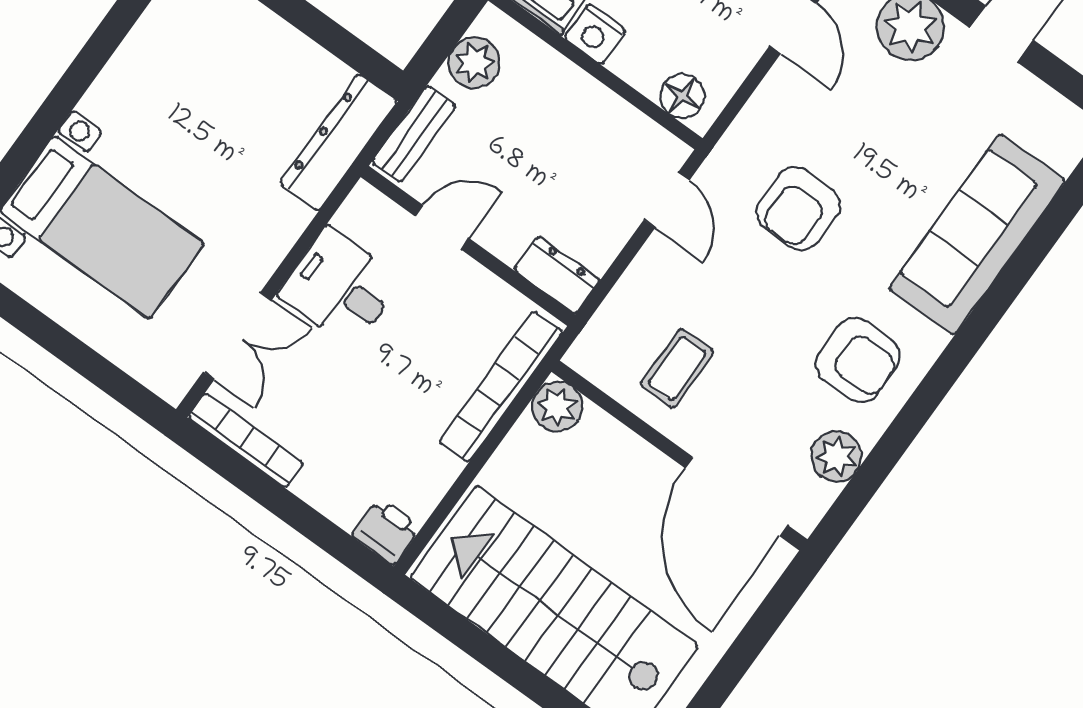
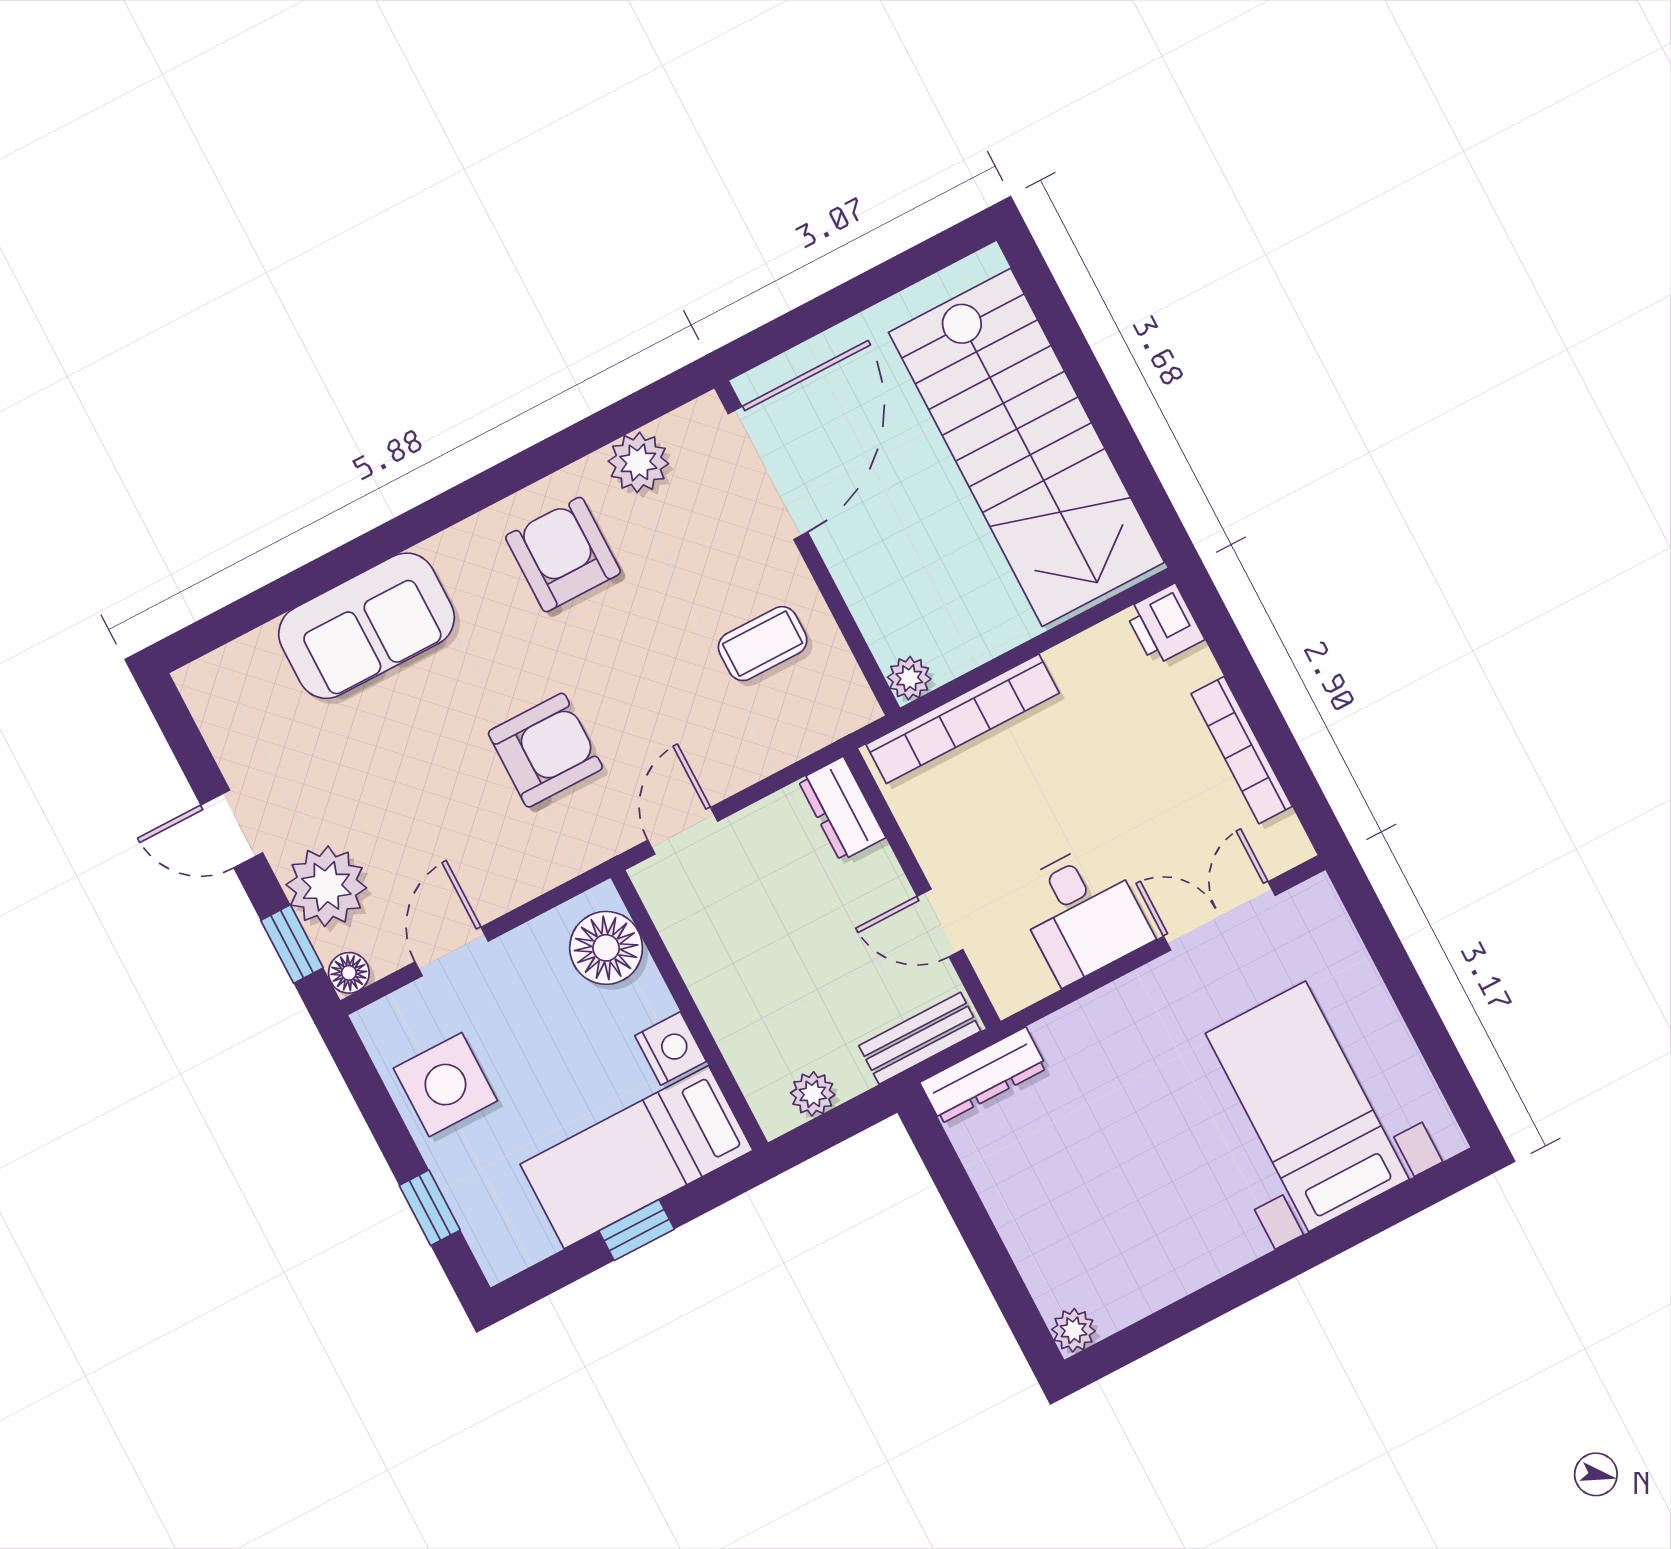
plant: (474, 63) -> (813, 1094), width x0.73, depth x0.73
floor lamp: (682, 96) -> (606, 948), width x1.38, depth x1.38
dresser: (339, 142) -> (983, 1075), width x0.73, depth x0.80
sofa: (977, 234) -> (367, 626), width x0.73
plant: (557, 407) -> (909, 678), width x0.73, depth x0.73
bookcase: (246, 440) -> (1242, 750), moved

